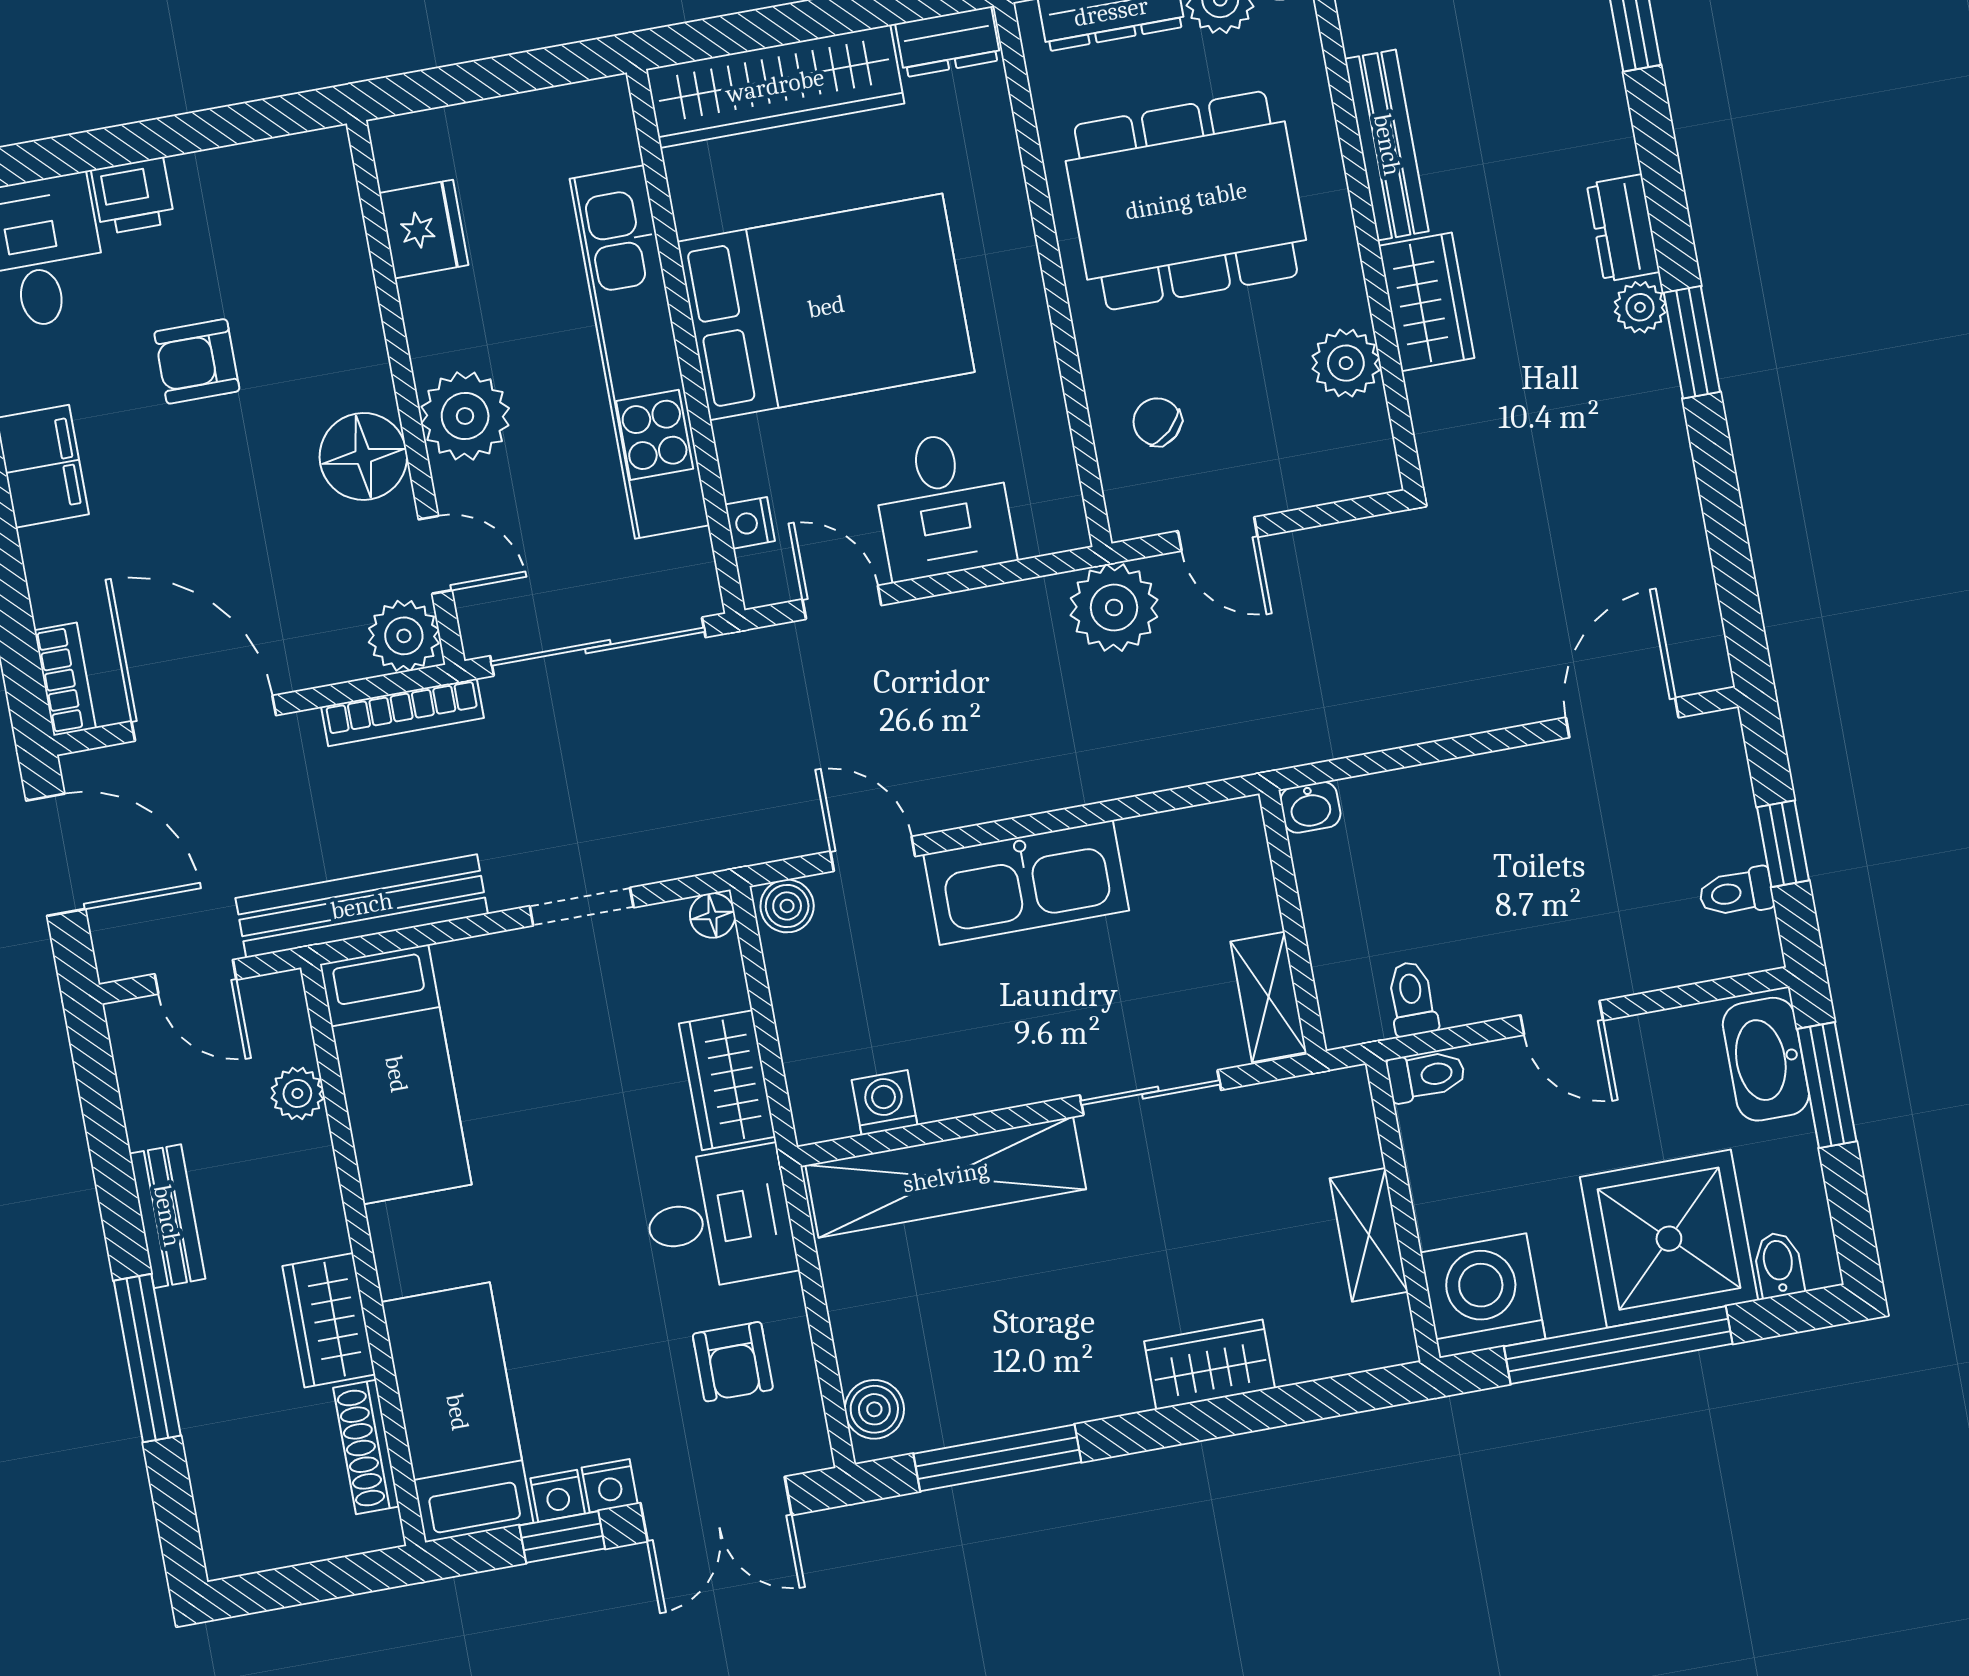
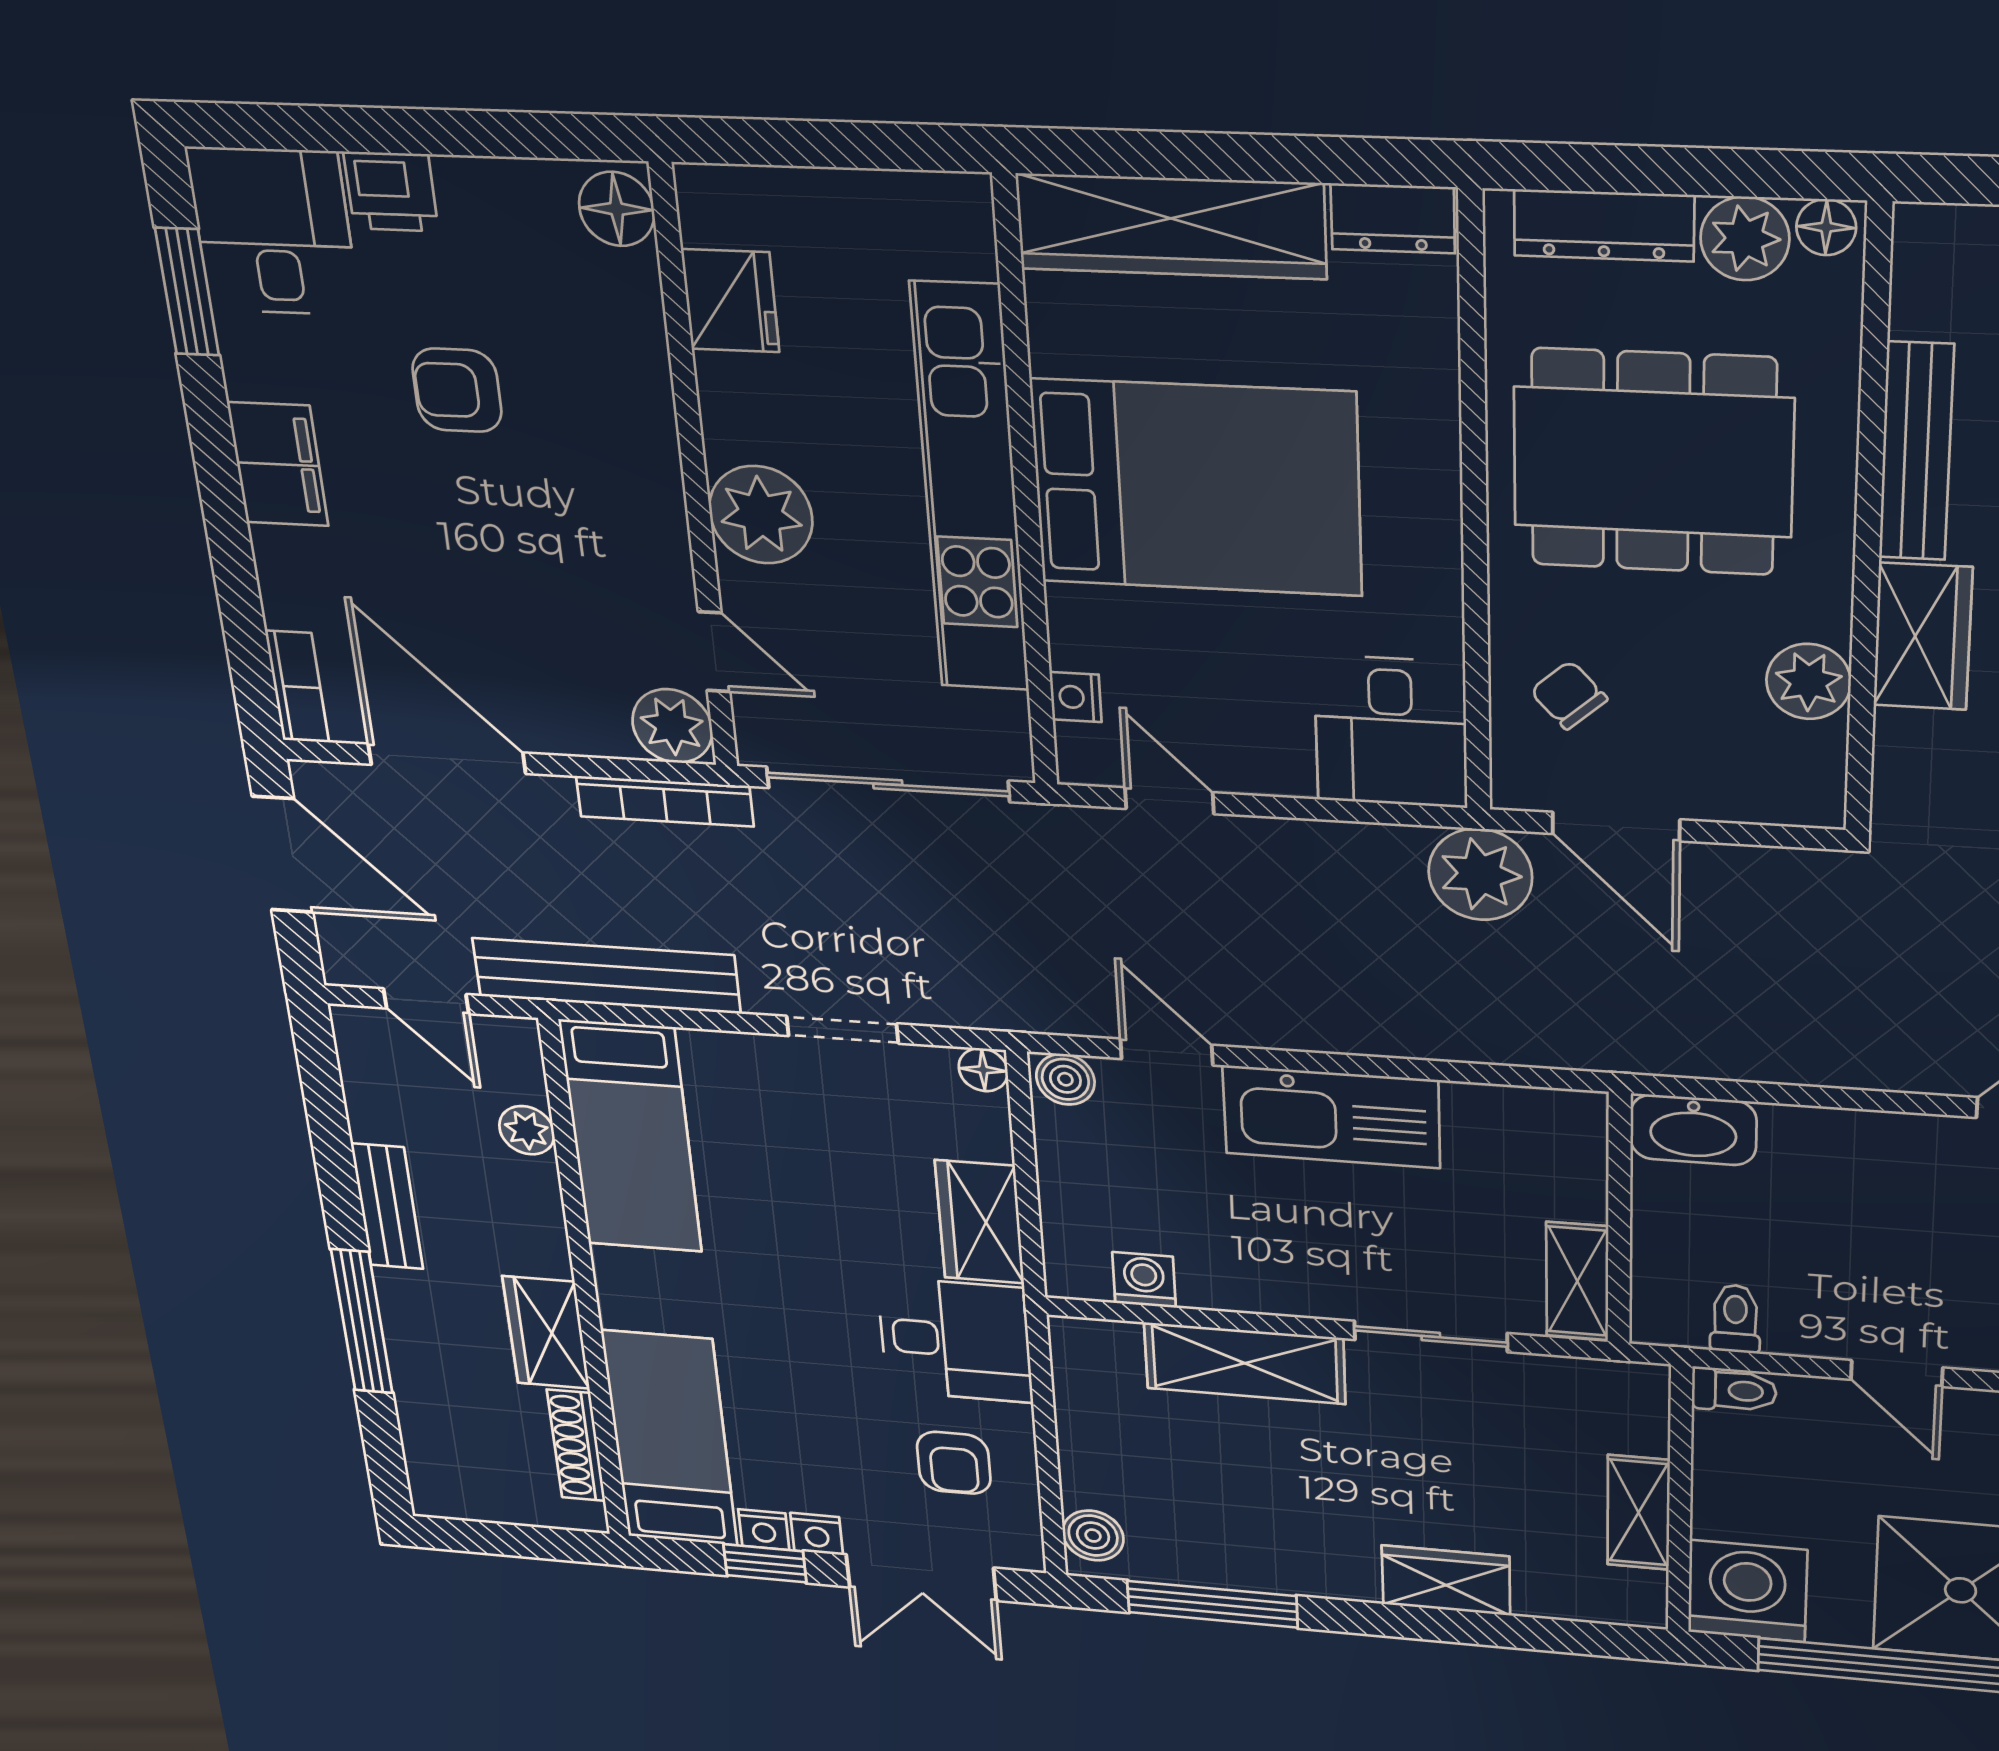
floor lamp: (363, 456) -> (617, 209), moved, width x0.73, depth x0.73
desk: (943, 505) -> (1391, 732), moved
door: (1218, 534) -> (1616, 827), width x1.38
washbasin: (1310, 807) -> (1693, 1130), width x1.91, depth x1.45
shelving: (946, 1177) -> (1245, 1363), width x0.68

